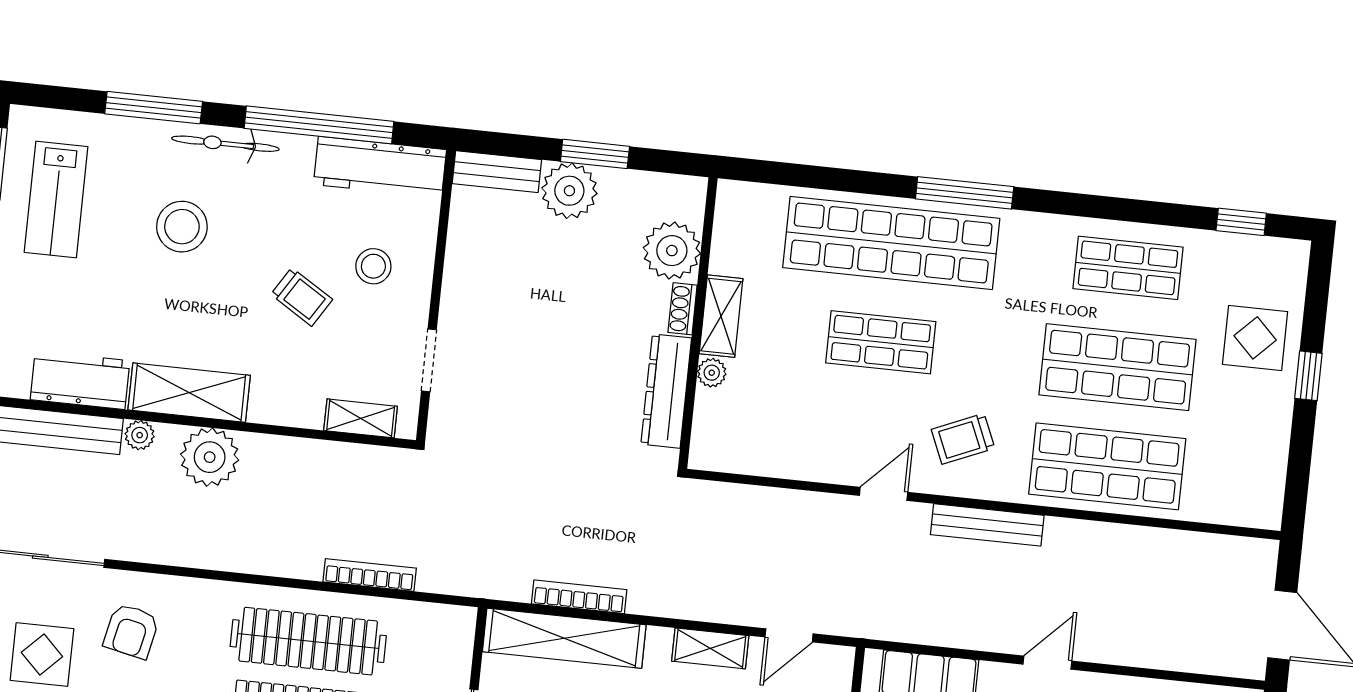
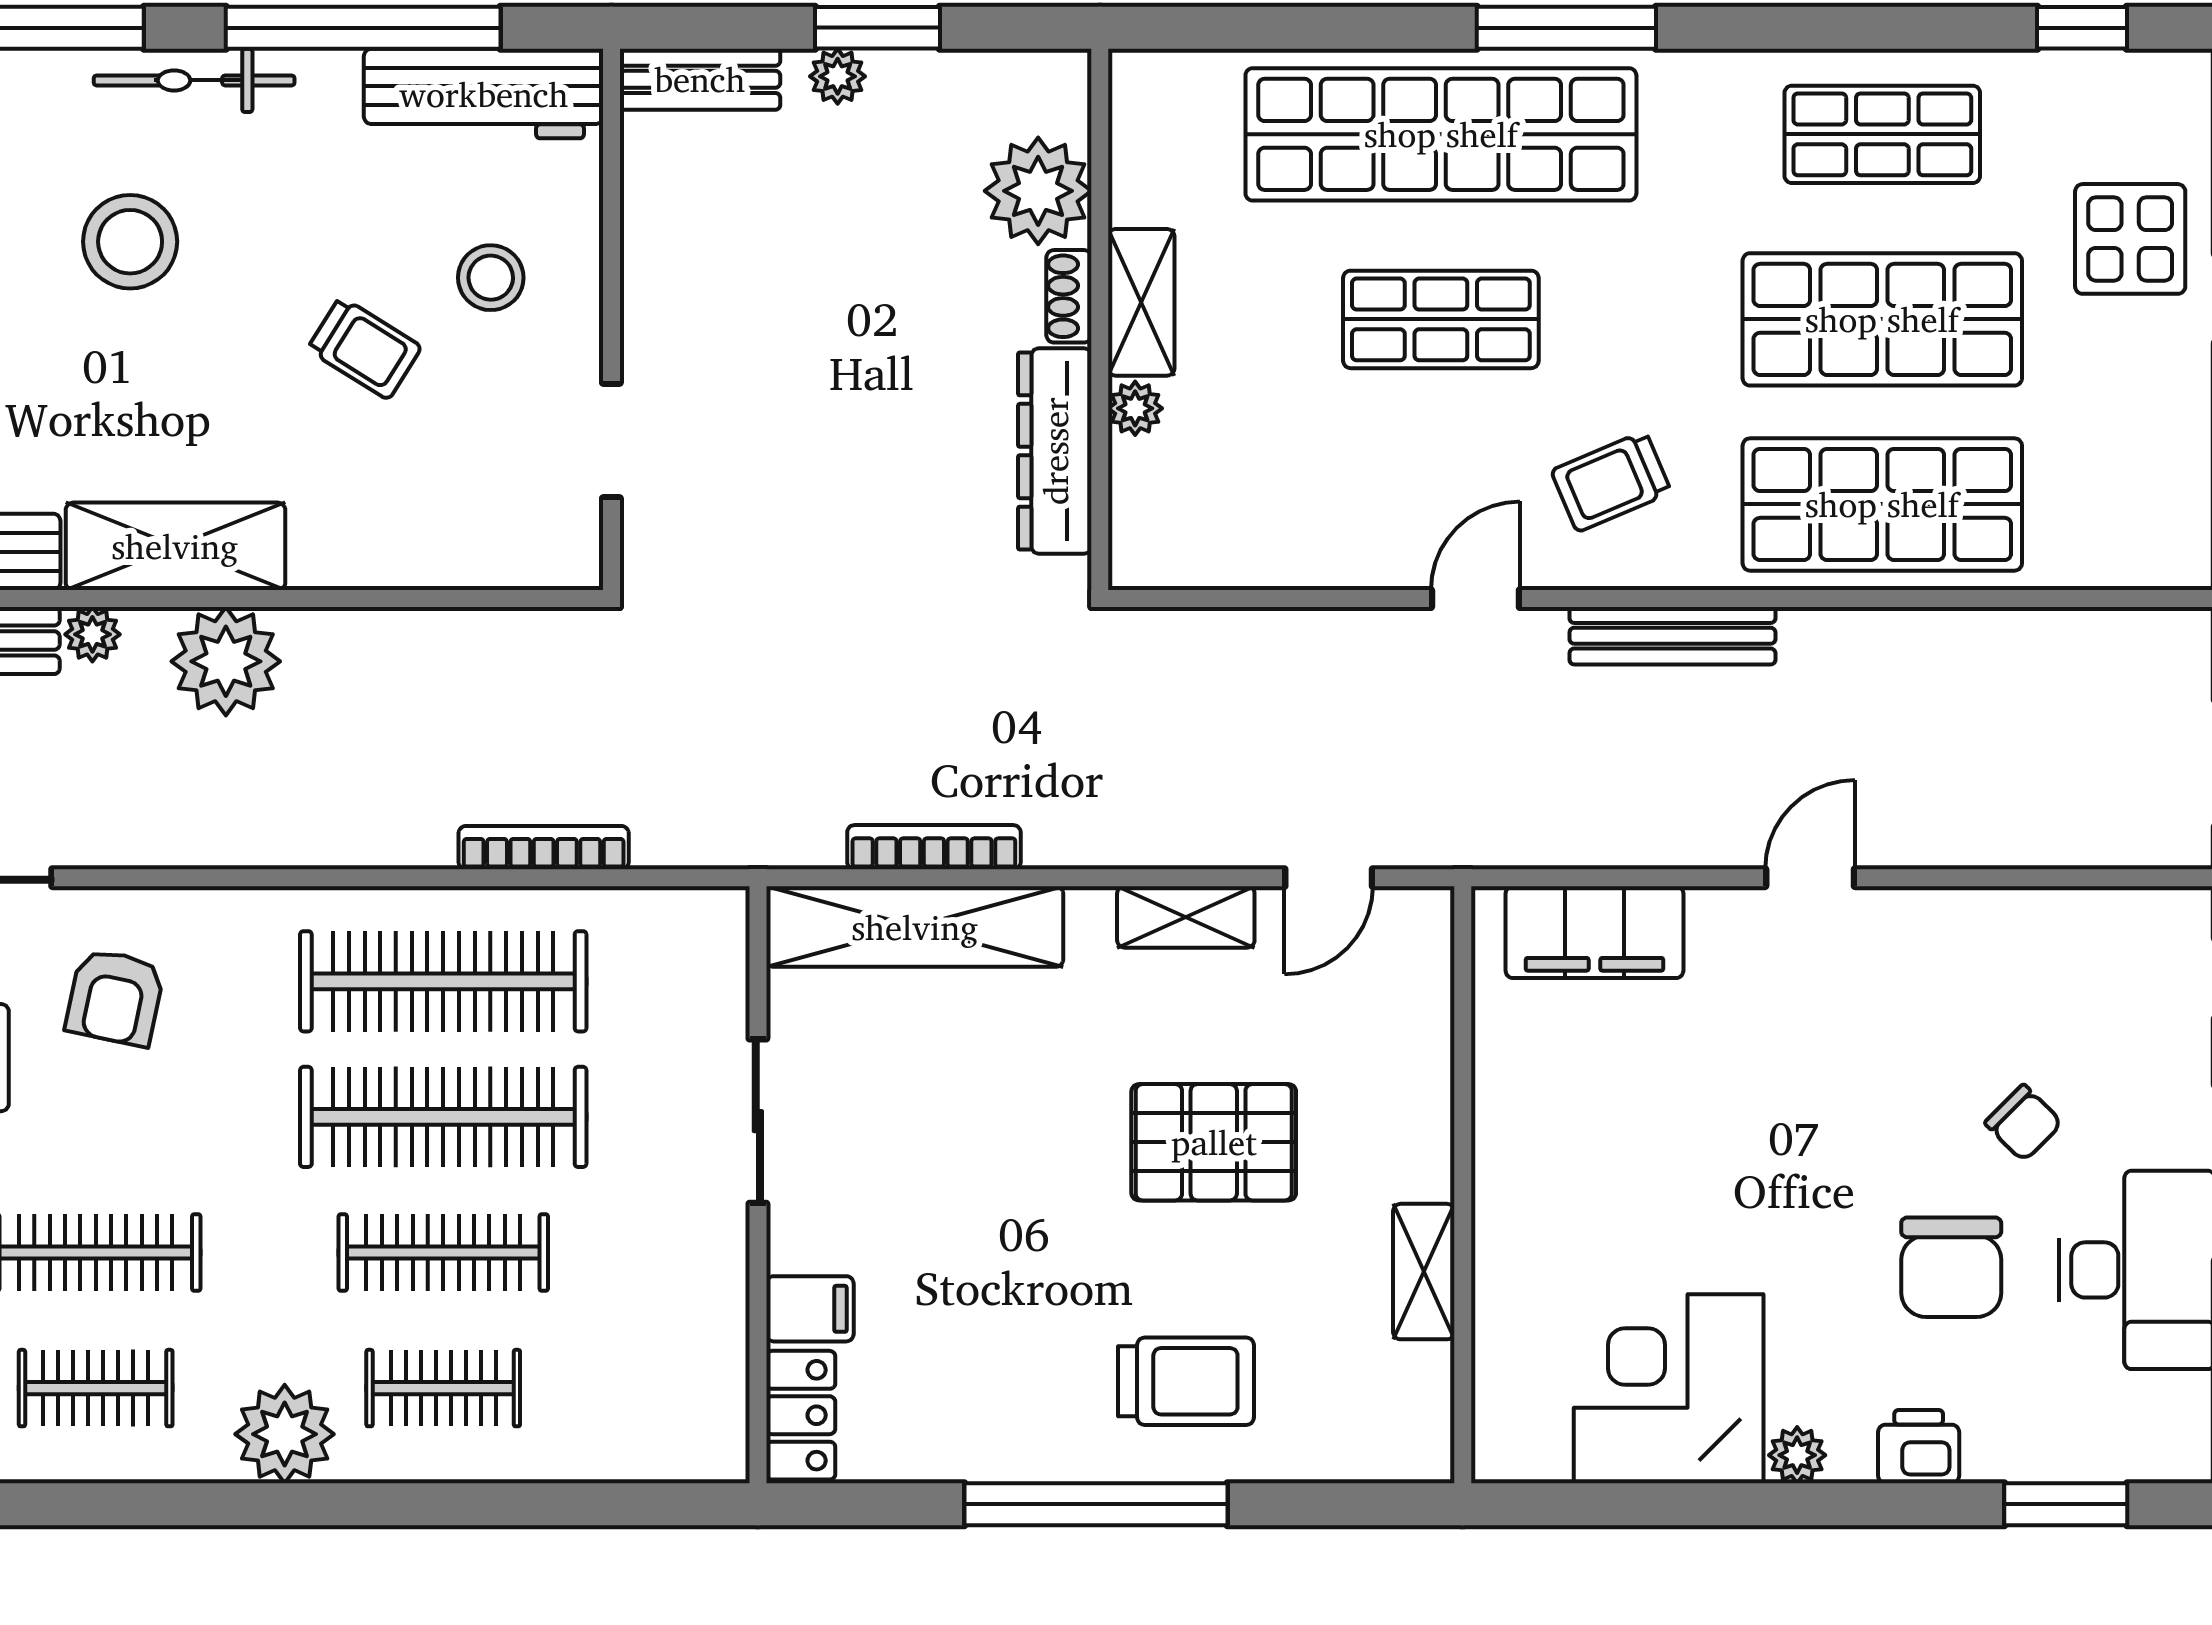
plant: (569, 191) -> (838, 76), width x0.53, depth x0.53
shelving: (361, 418) -> (497, 561), removed

